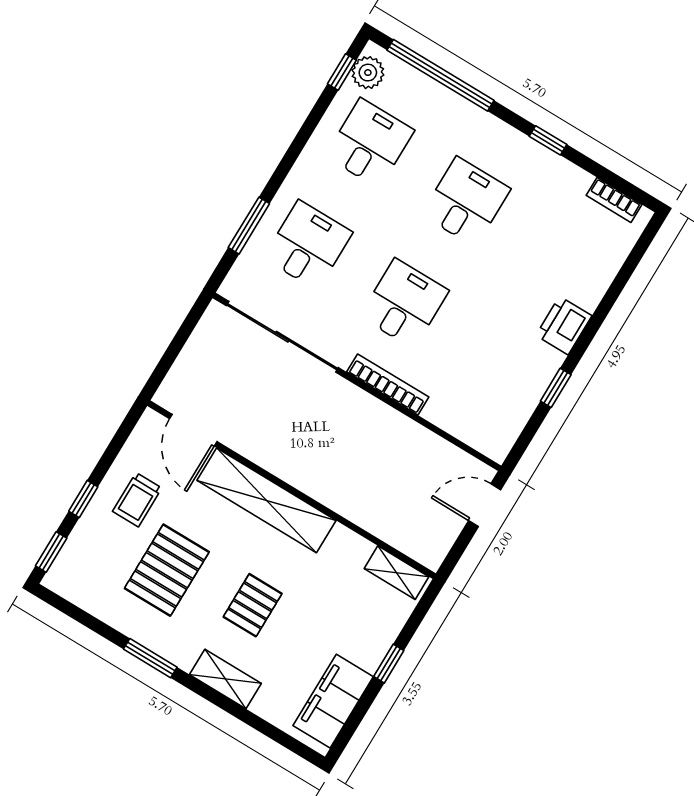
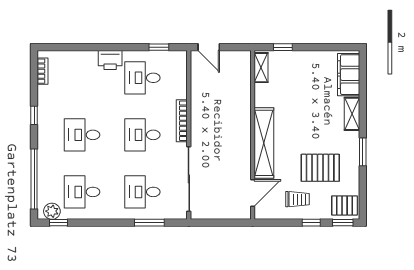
desk: (501, 362) -> (142, 78), added
window: (556, 388) -> (159, 47), moved
pallet: (253, 605) -> (345, 205), moved
window: (389, 664) -> (283, 47), moved
filing cabinet: (333, 701) -> (349, 75), moved, turned 90

